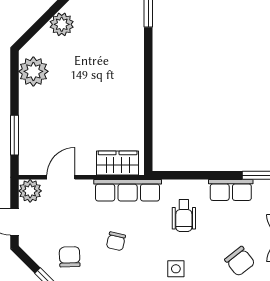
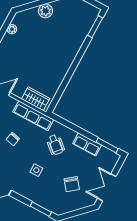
plant: (33, 71) -> (12, 29), width x0.53, depth x0.53
wheelchair: (184, 216) -> (55, 145), turned -49

